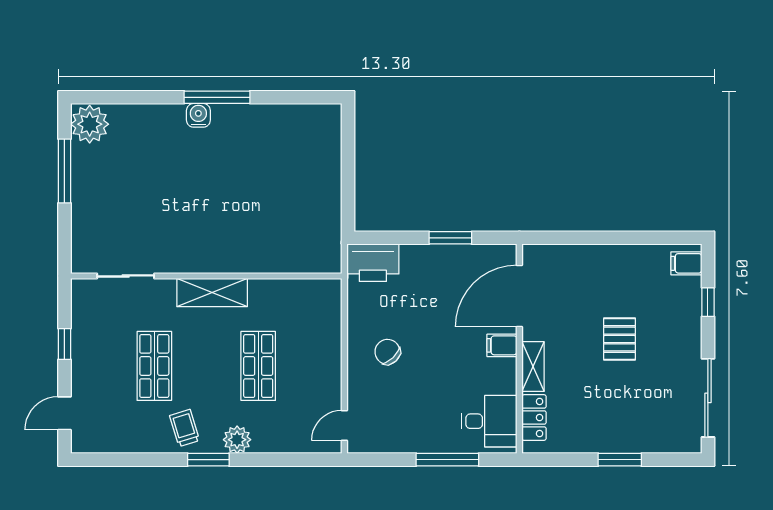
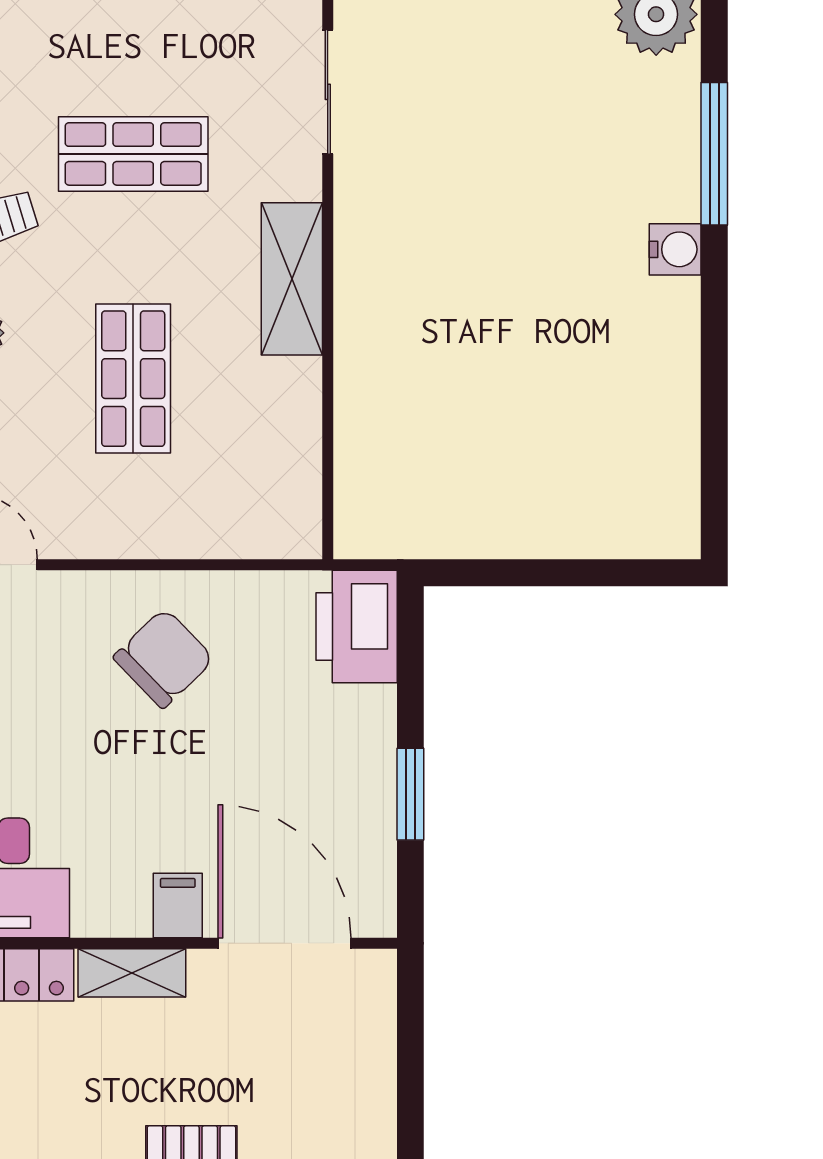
window: (217, 97) -> (714, 154), moved
chair: (387, 352) -> (164, 658), width x1.37, depth x1.37
shop shelf: (258, 366) -> (133, 379), turned 90

